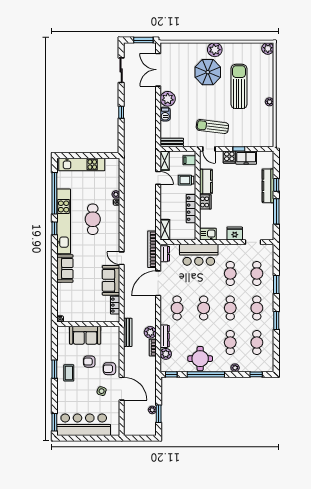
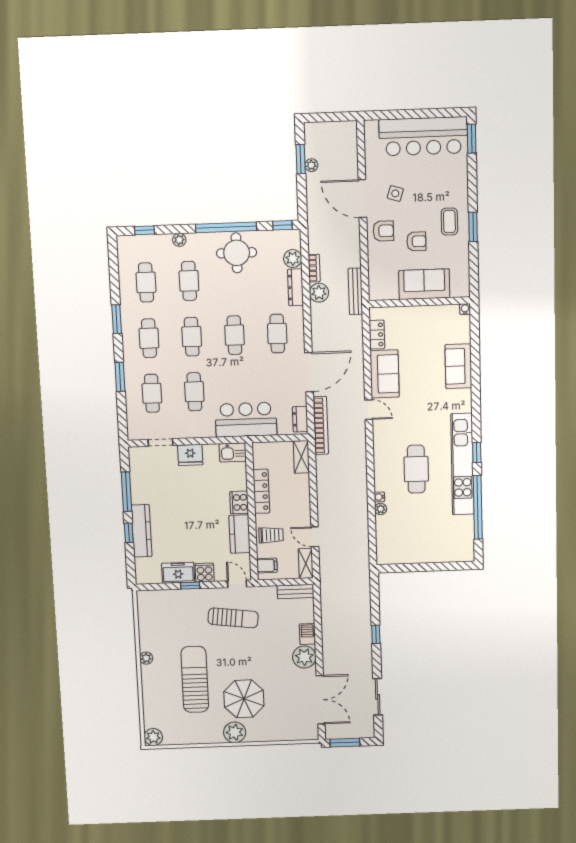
sun lounger: (239, 86) -> (195, 679), turned 180
kitchen unit: (82, 164) -> (436, 553), removed
sofa: (65, 269) -> (458, 366), moved

